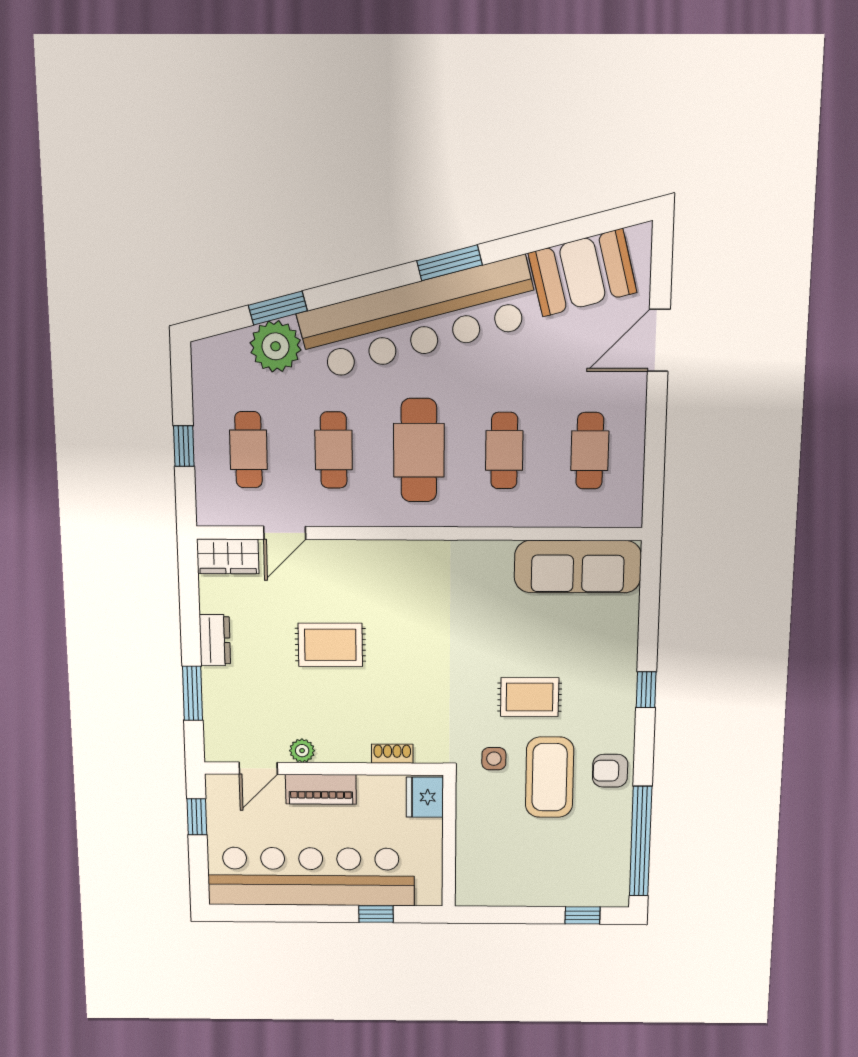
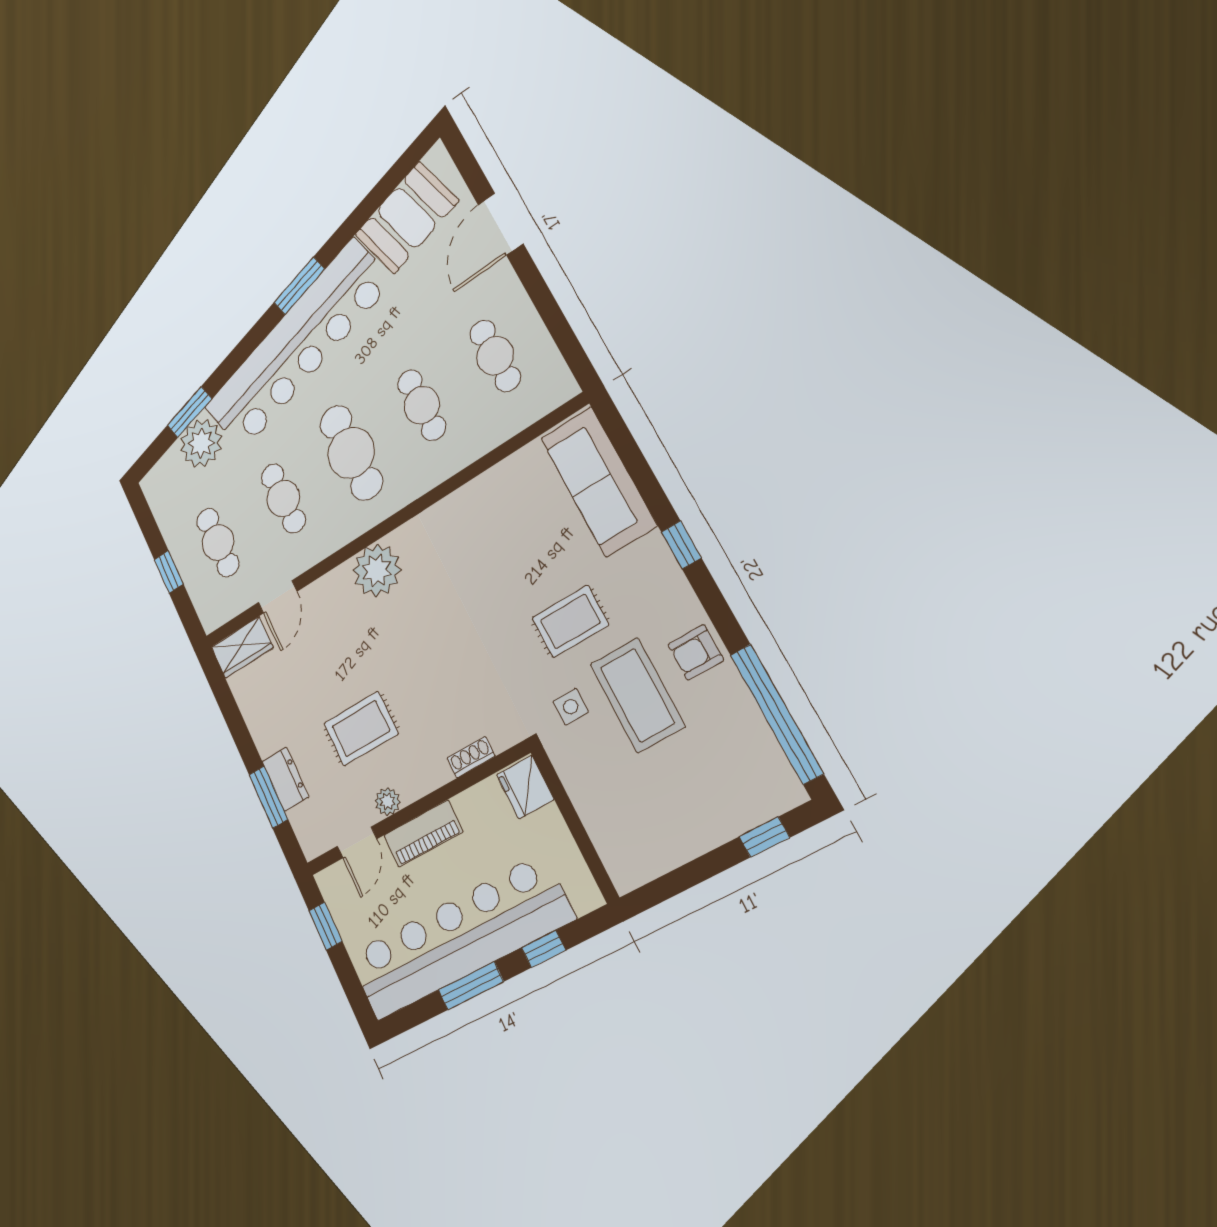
plant: (389, 564) -> (377, 570), added
sofa: (578, 567) -> (598, 481), moved, turned 90
dresser: (215, 640) -> (285, 779), moved
rug: (330, 645) -> (361, 729), moved
window: (303, 913) -> (471, 986), added

